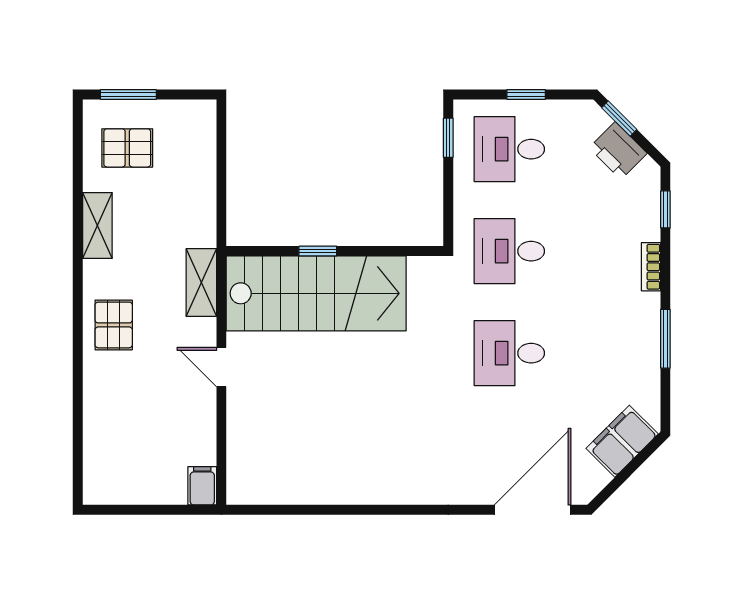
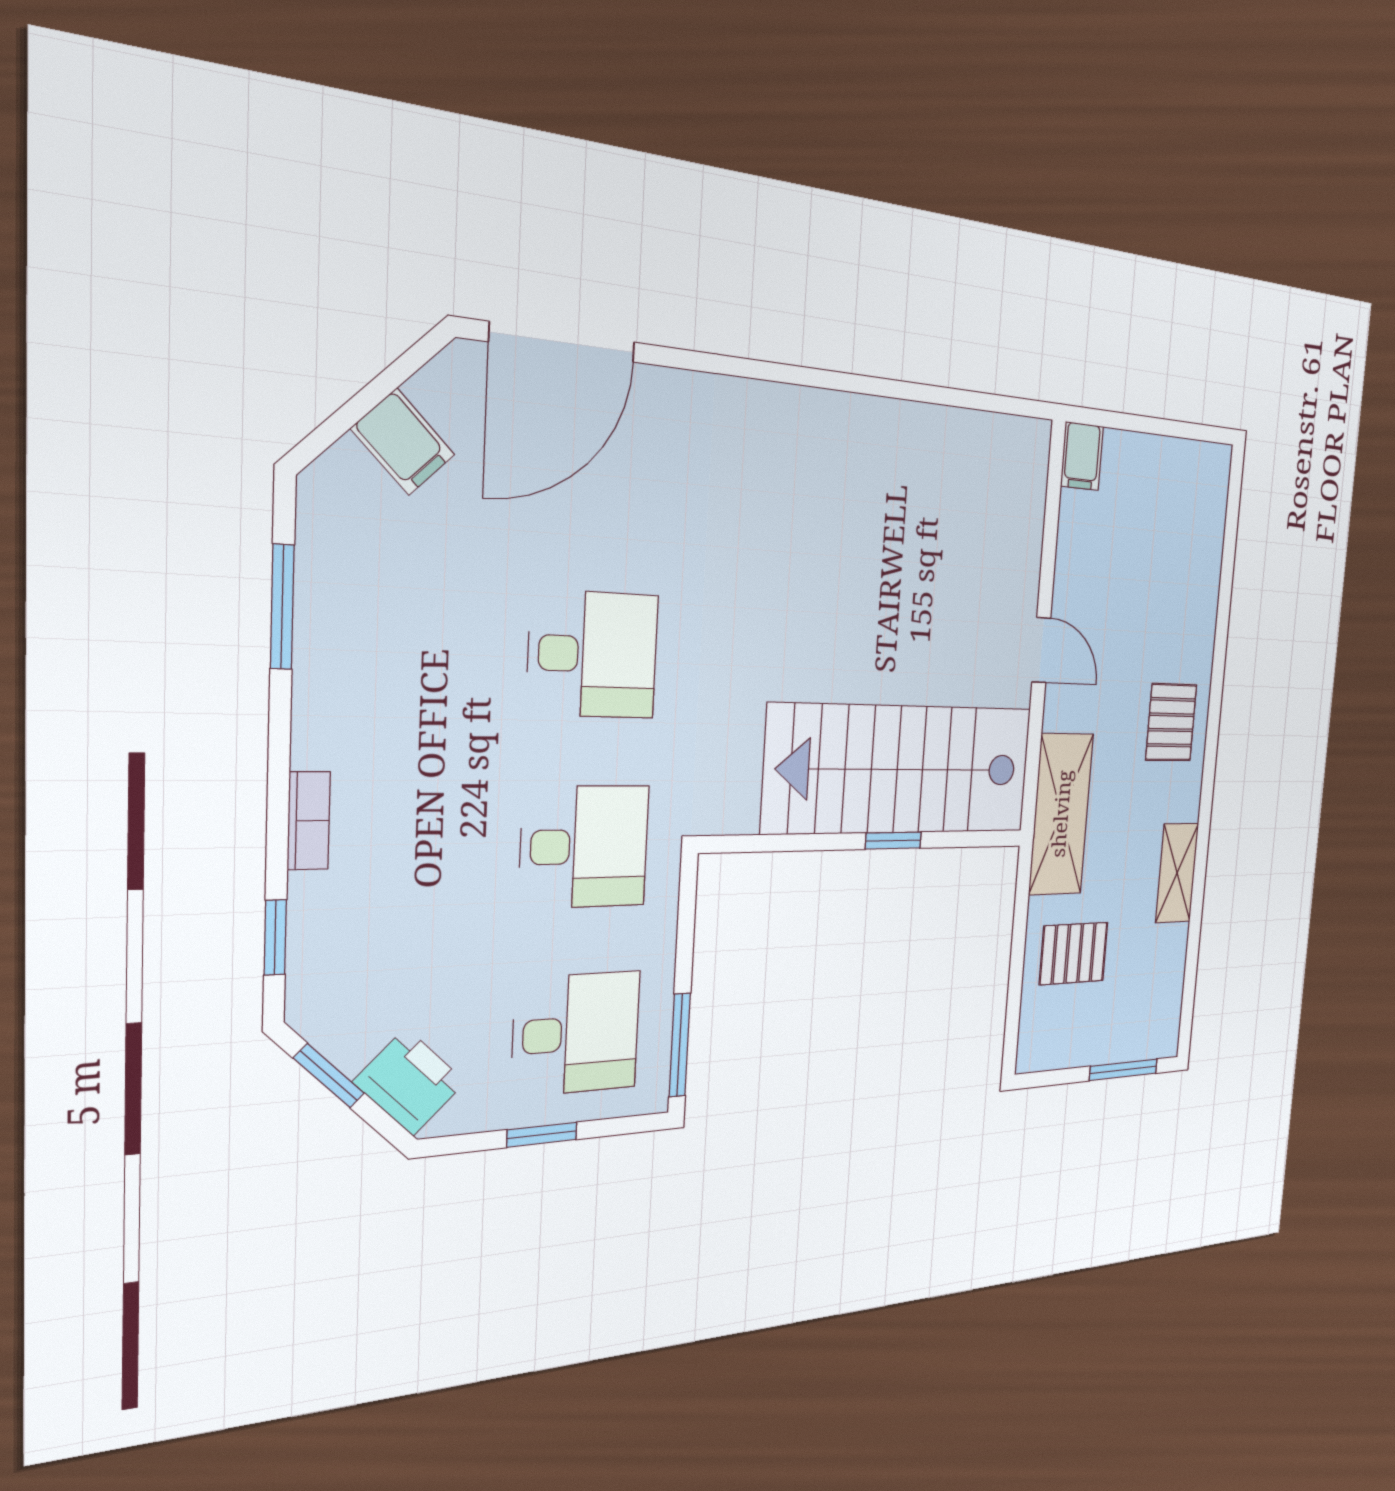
window: (619, 119) -> (329, 1076), moved
window: (448, 138) -> (680, 1045), width x1.50
pallet: (127, 148) -> (1074, 953), moved
printer: (618, 151) -> (410, 1082), moved
shelving: (201, 283) -> (1061, 814), width x1.50, depth x1.33
window: (665, 339) -> (282, 607), moved
filing cabinet: (622, 441) -> (403, 442), width x0.50

